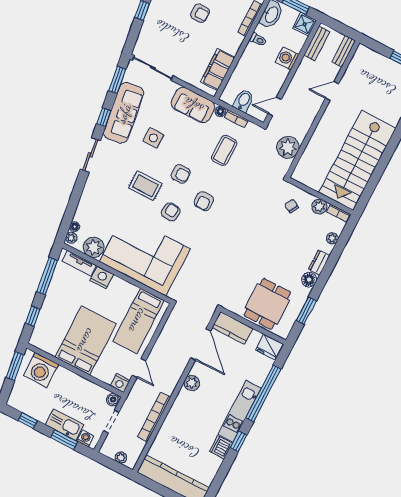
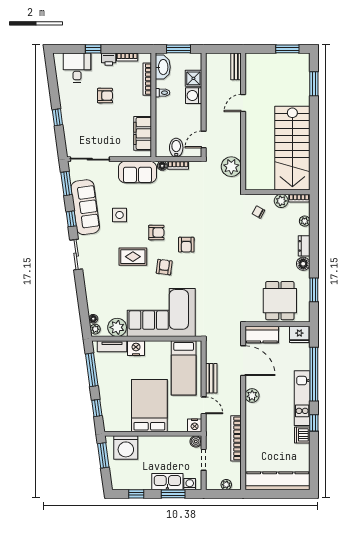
shower: (305, 24) -> (193, 78), moved
bench: (317, 43) -> (211, 378), moved
coffee table: (224, 150) -> (181, 196), removed

